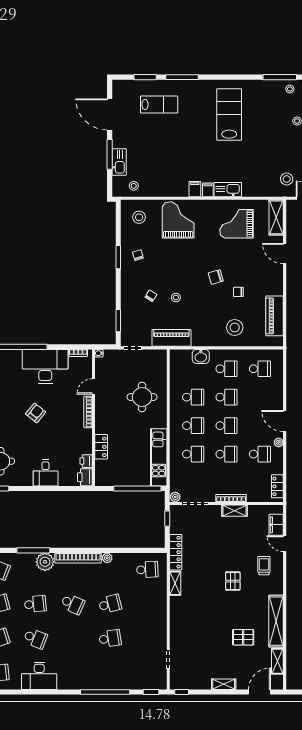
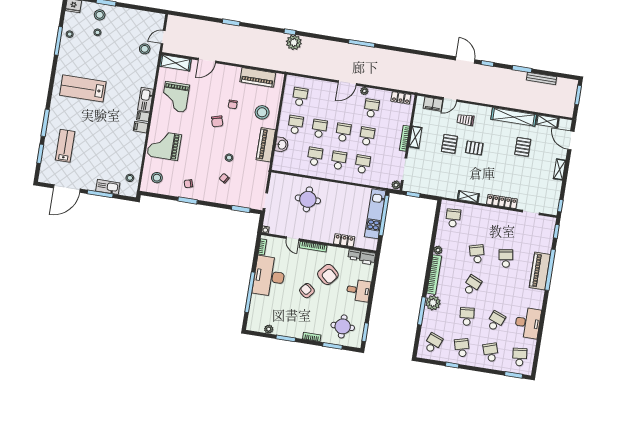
piano: (171, 338) -> (266, 145), moved
armchair: (58, 434) -> (328, 274), added
kitchen unit: (159, 457) -> (375, 214), moved, turned 90
pallet: (233, 551) -> (449, 144), added
locker: (176, 552) -> (502, 201), moved
piano: (102, 680) -> (540, 271), added

